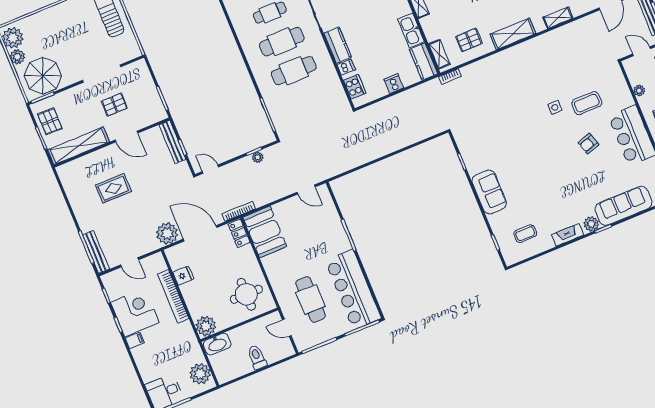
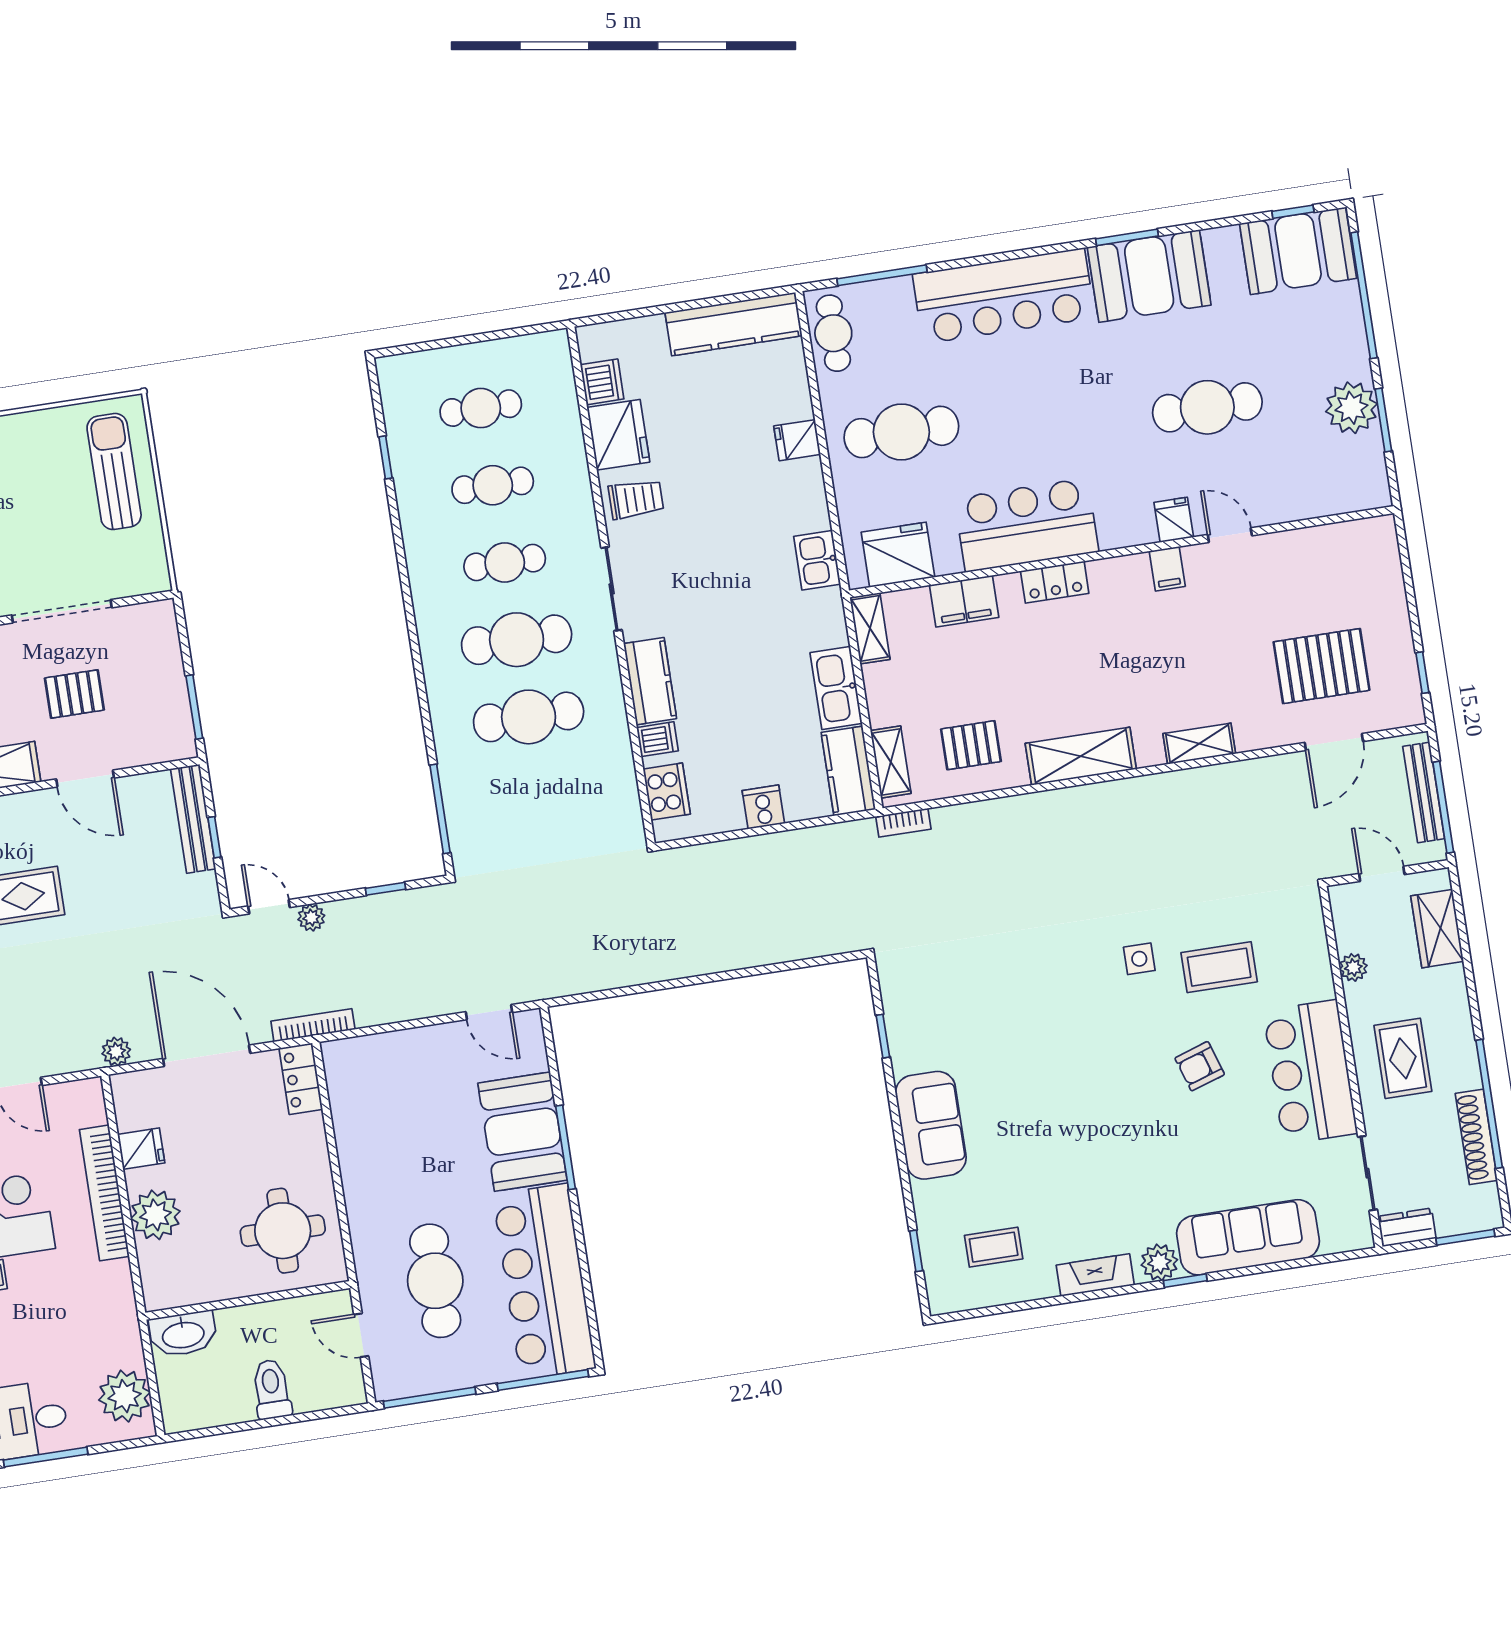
plant: (258, 157) -> (311, 918), moved
booth: (265, 232) -> (522, 1132), moved
plant: (167, 233) -> (116, 1052), width x0.53, depth x0.53
plant: (206, 326) -> (155, 1215), moved

